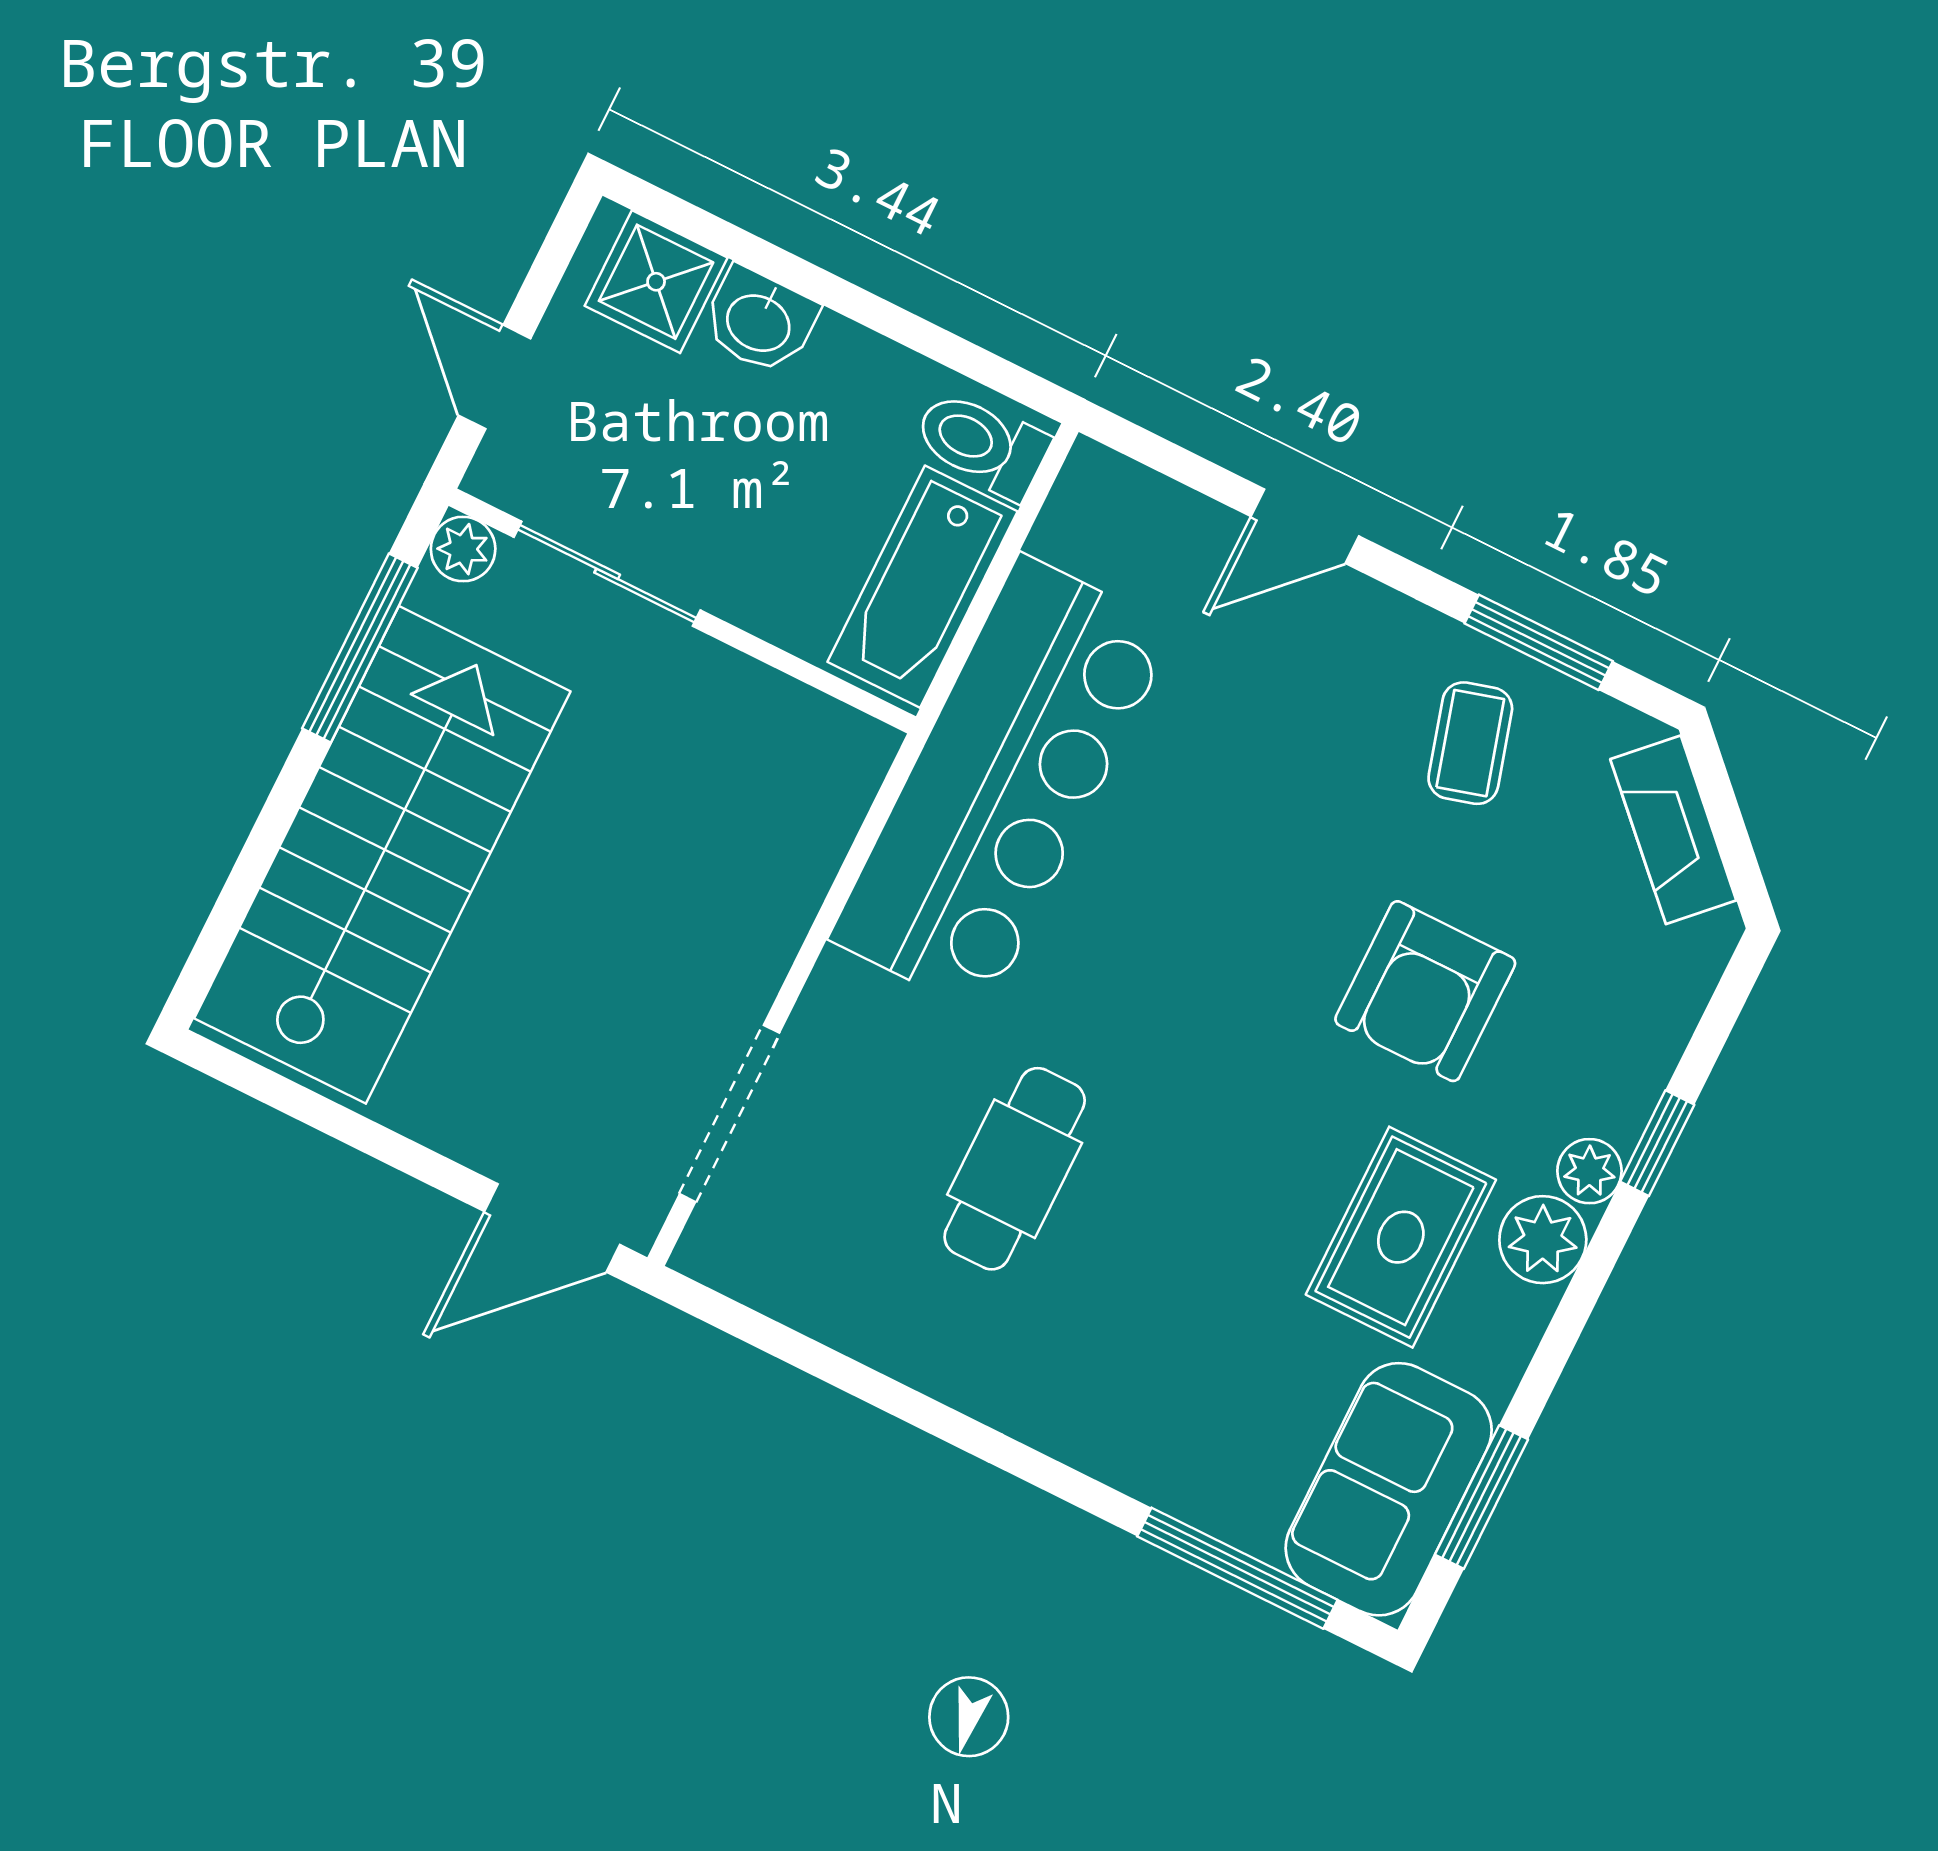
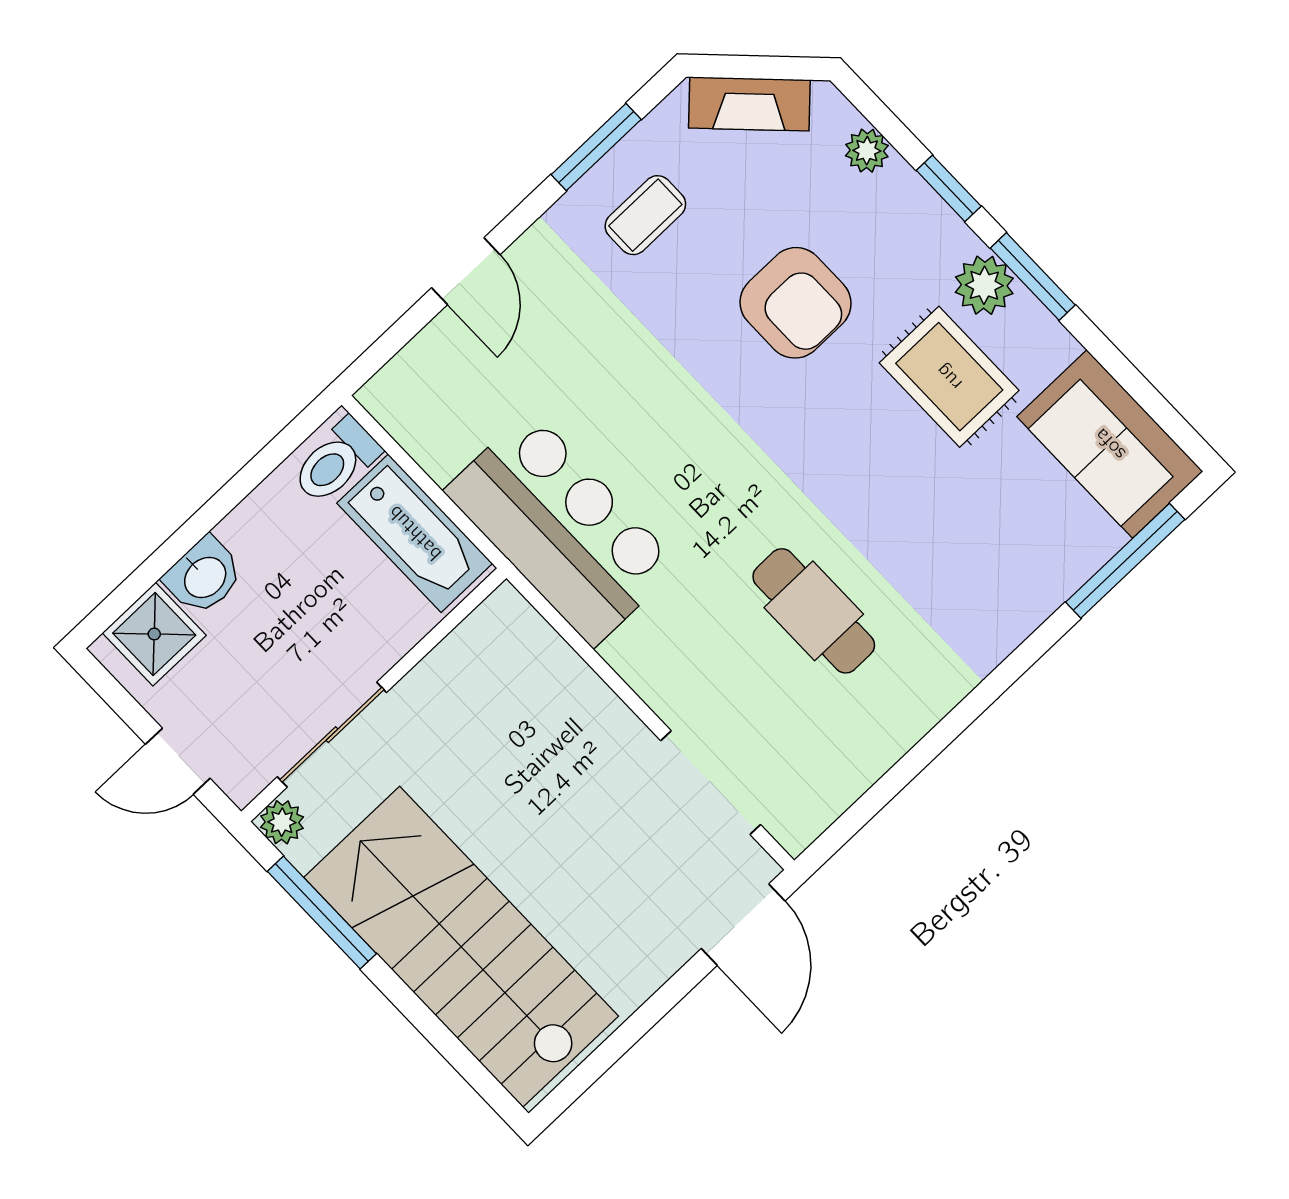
coffee table: (1470, 743) -> (645, 215), turned -74
bar counter: (1002, 784) -> (562, 528), width x0.73
plant: (1589, 1171) -> (867, 151), moved
window: (1481, 1497) -> (1033, 277), moved

